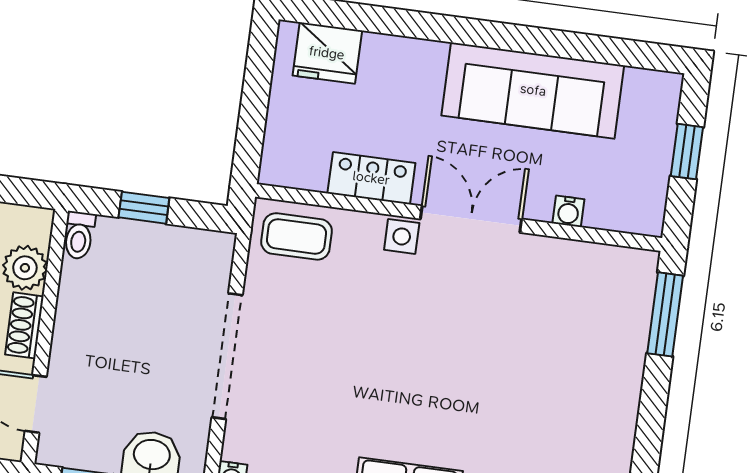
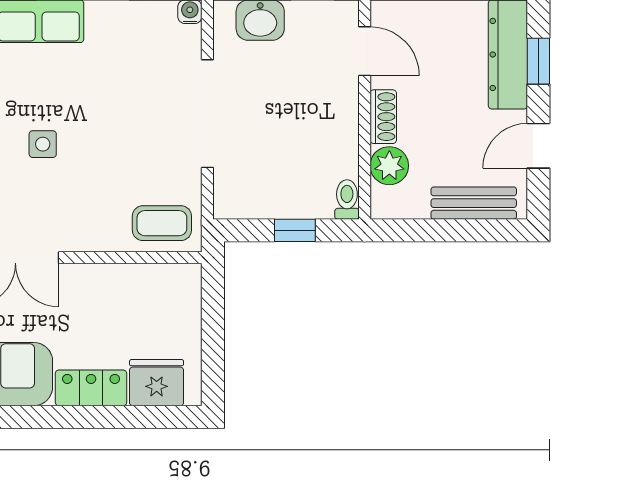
locker: (371, 178) -> (91, 388), moved, turned 180
side table: (402, 236) -> (43, 144), moved

